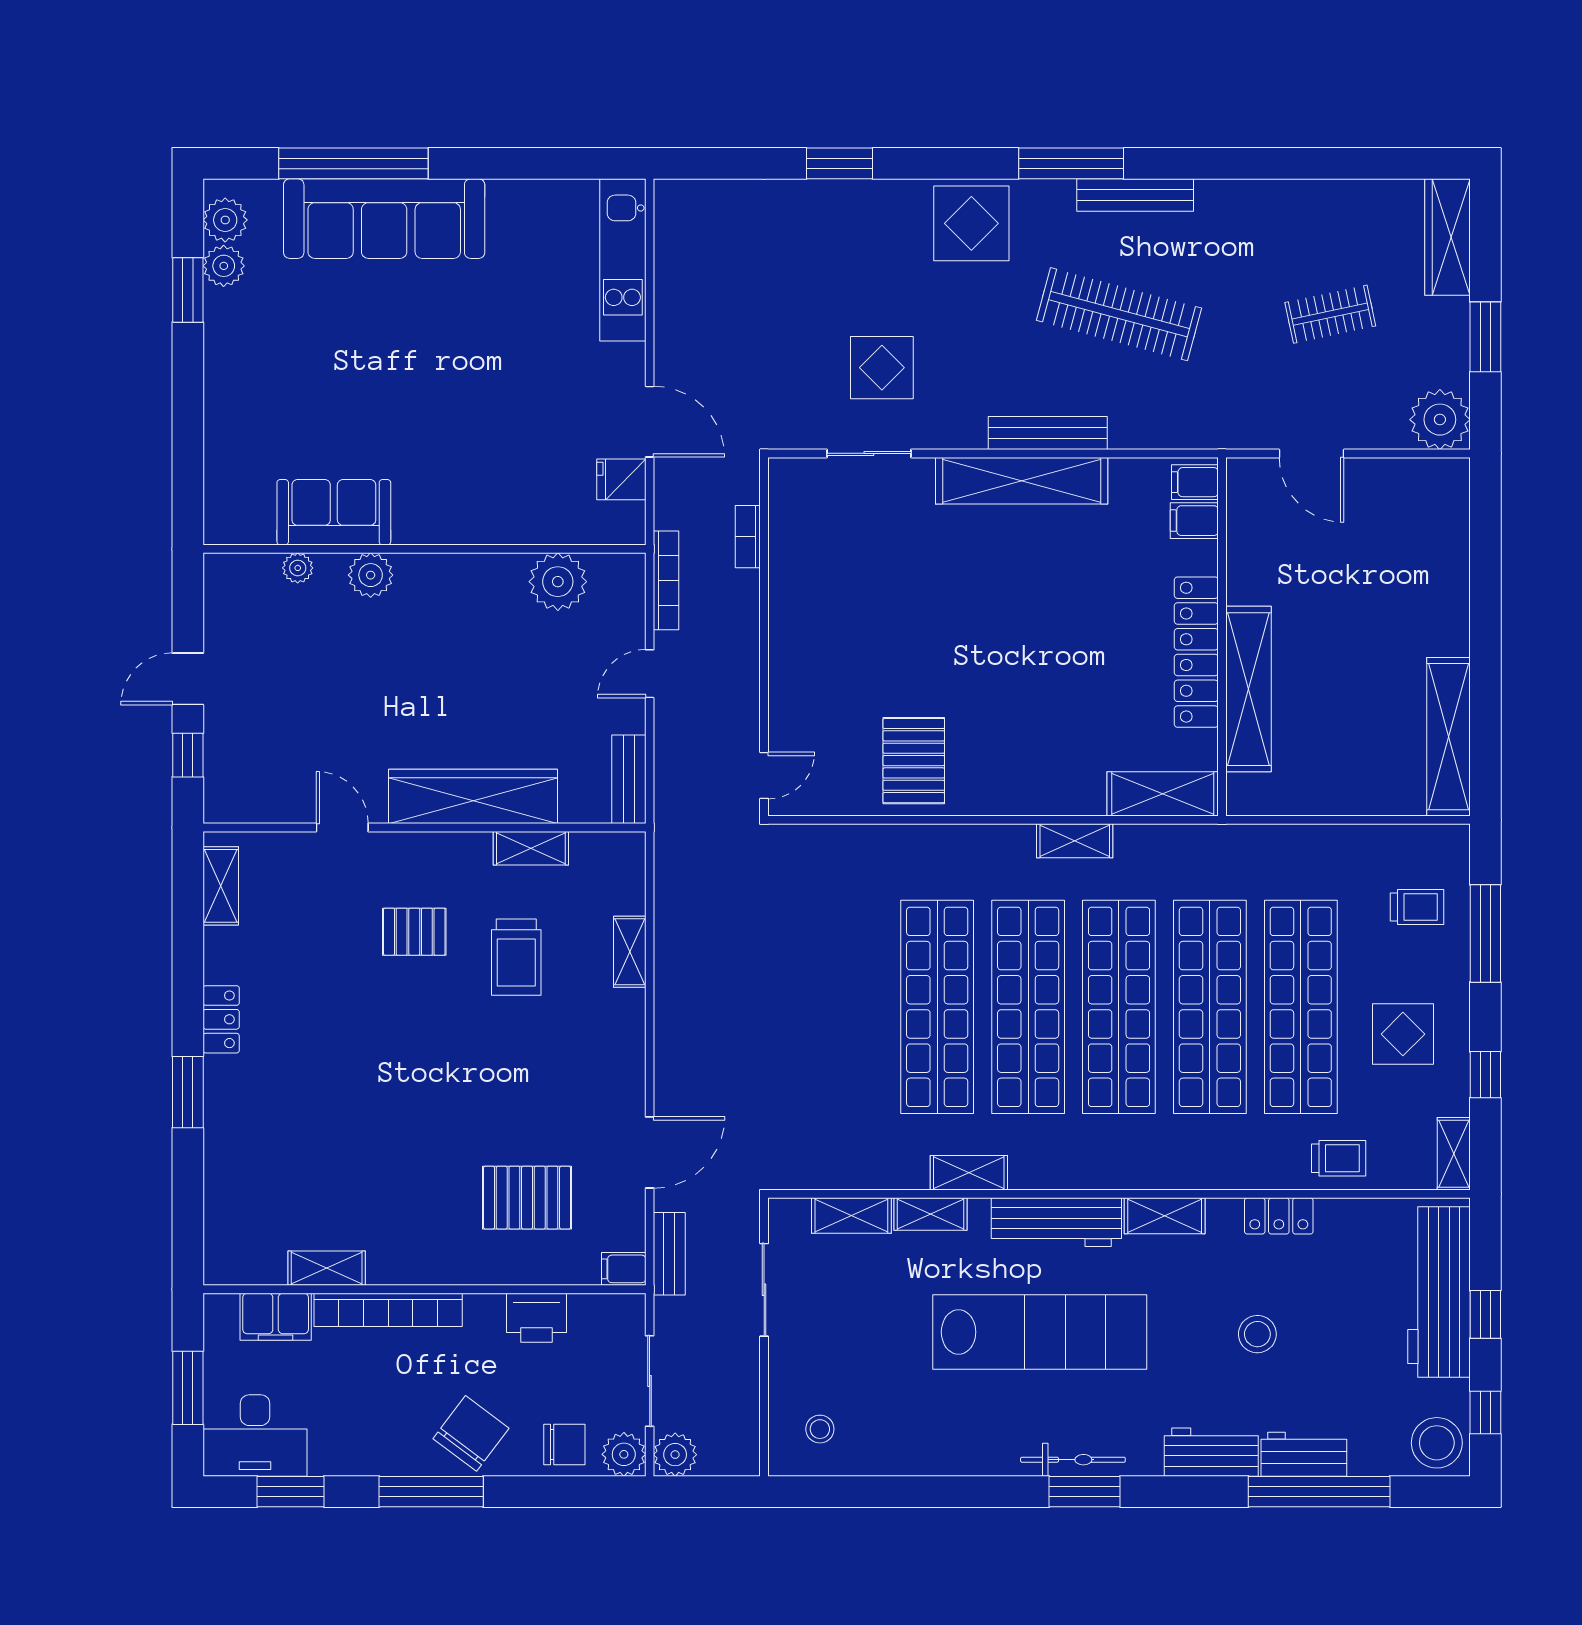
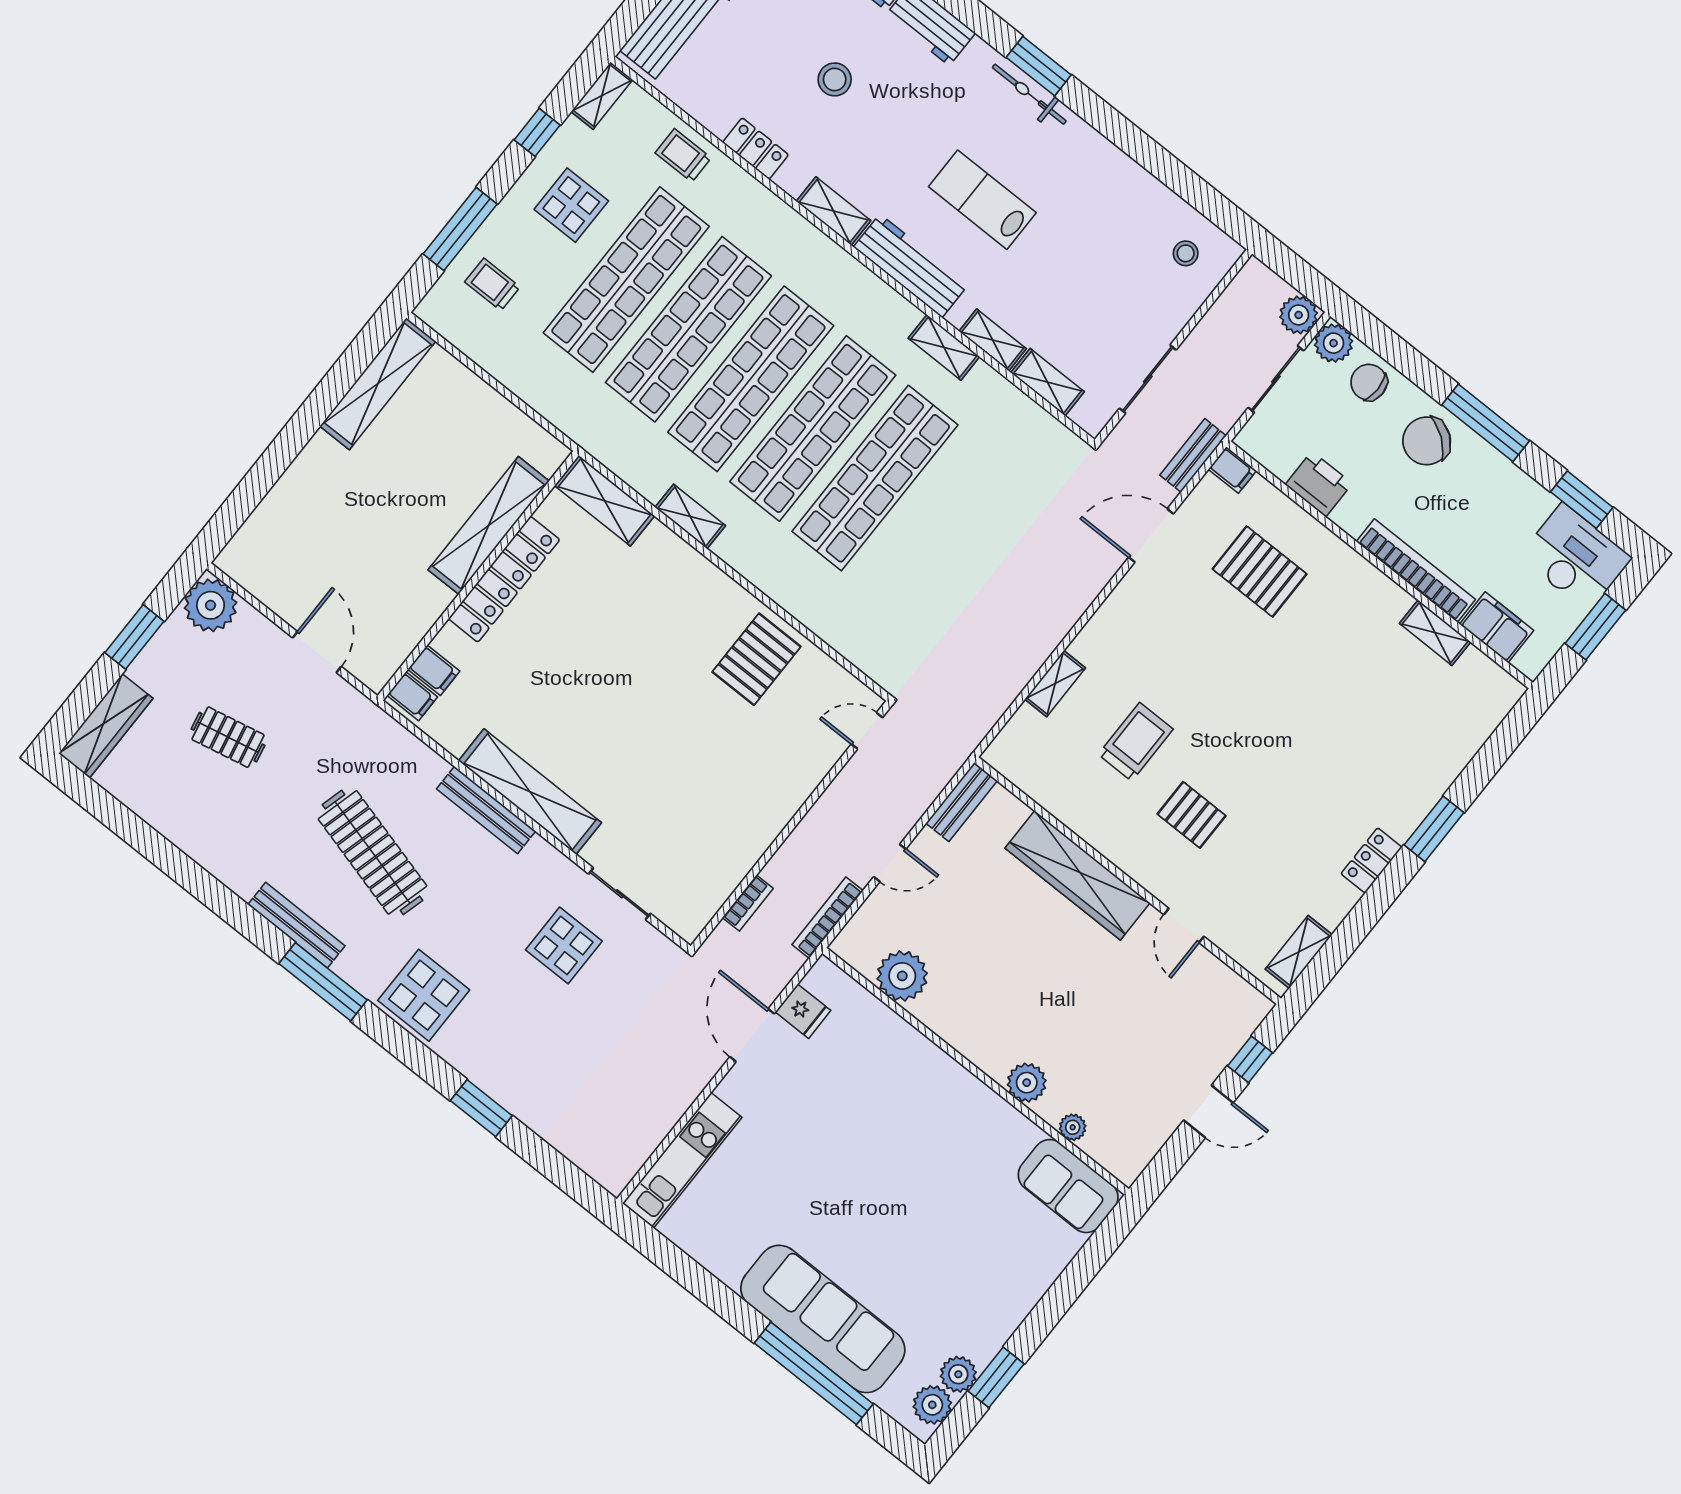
sofa: (334, 512) -> (1068, 1186), moved
shelving: (531, 848) -> (1066, 808), removed
lab bench: (1040, 1332) -> (982, 200), width x0.54, depth x0.72

